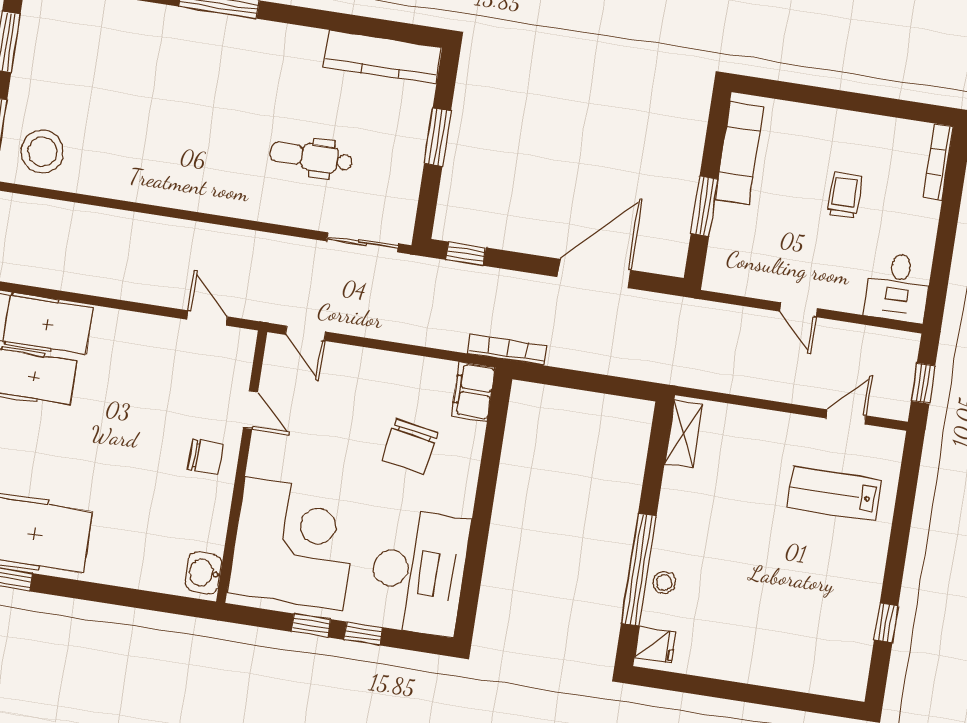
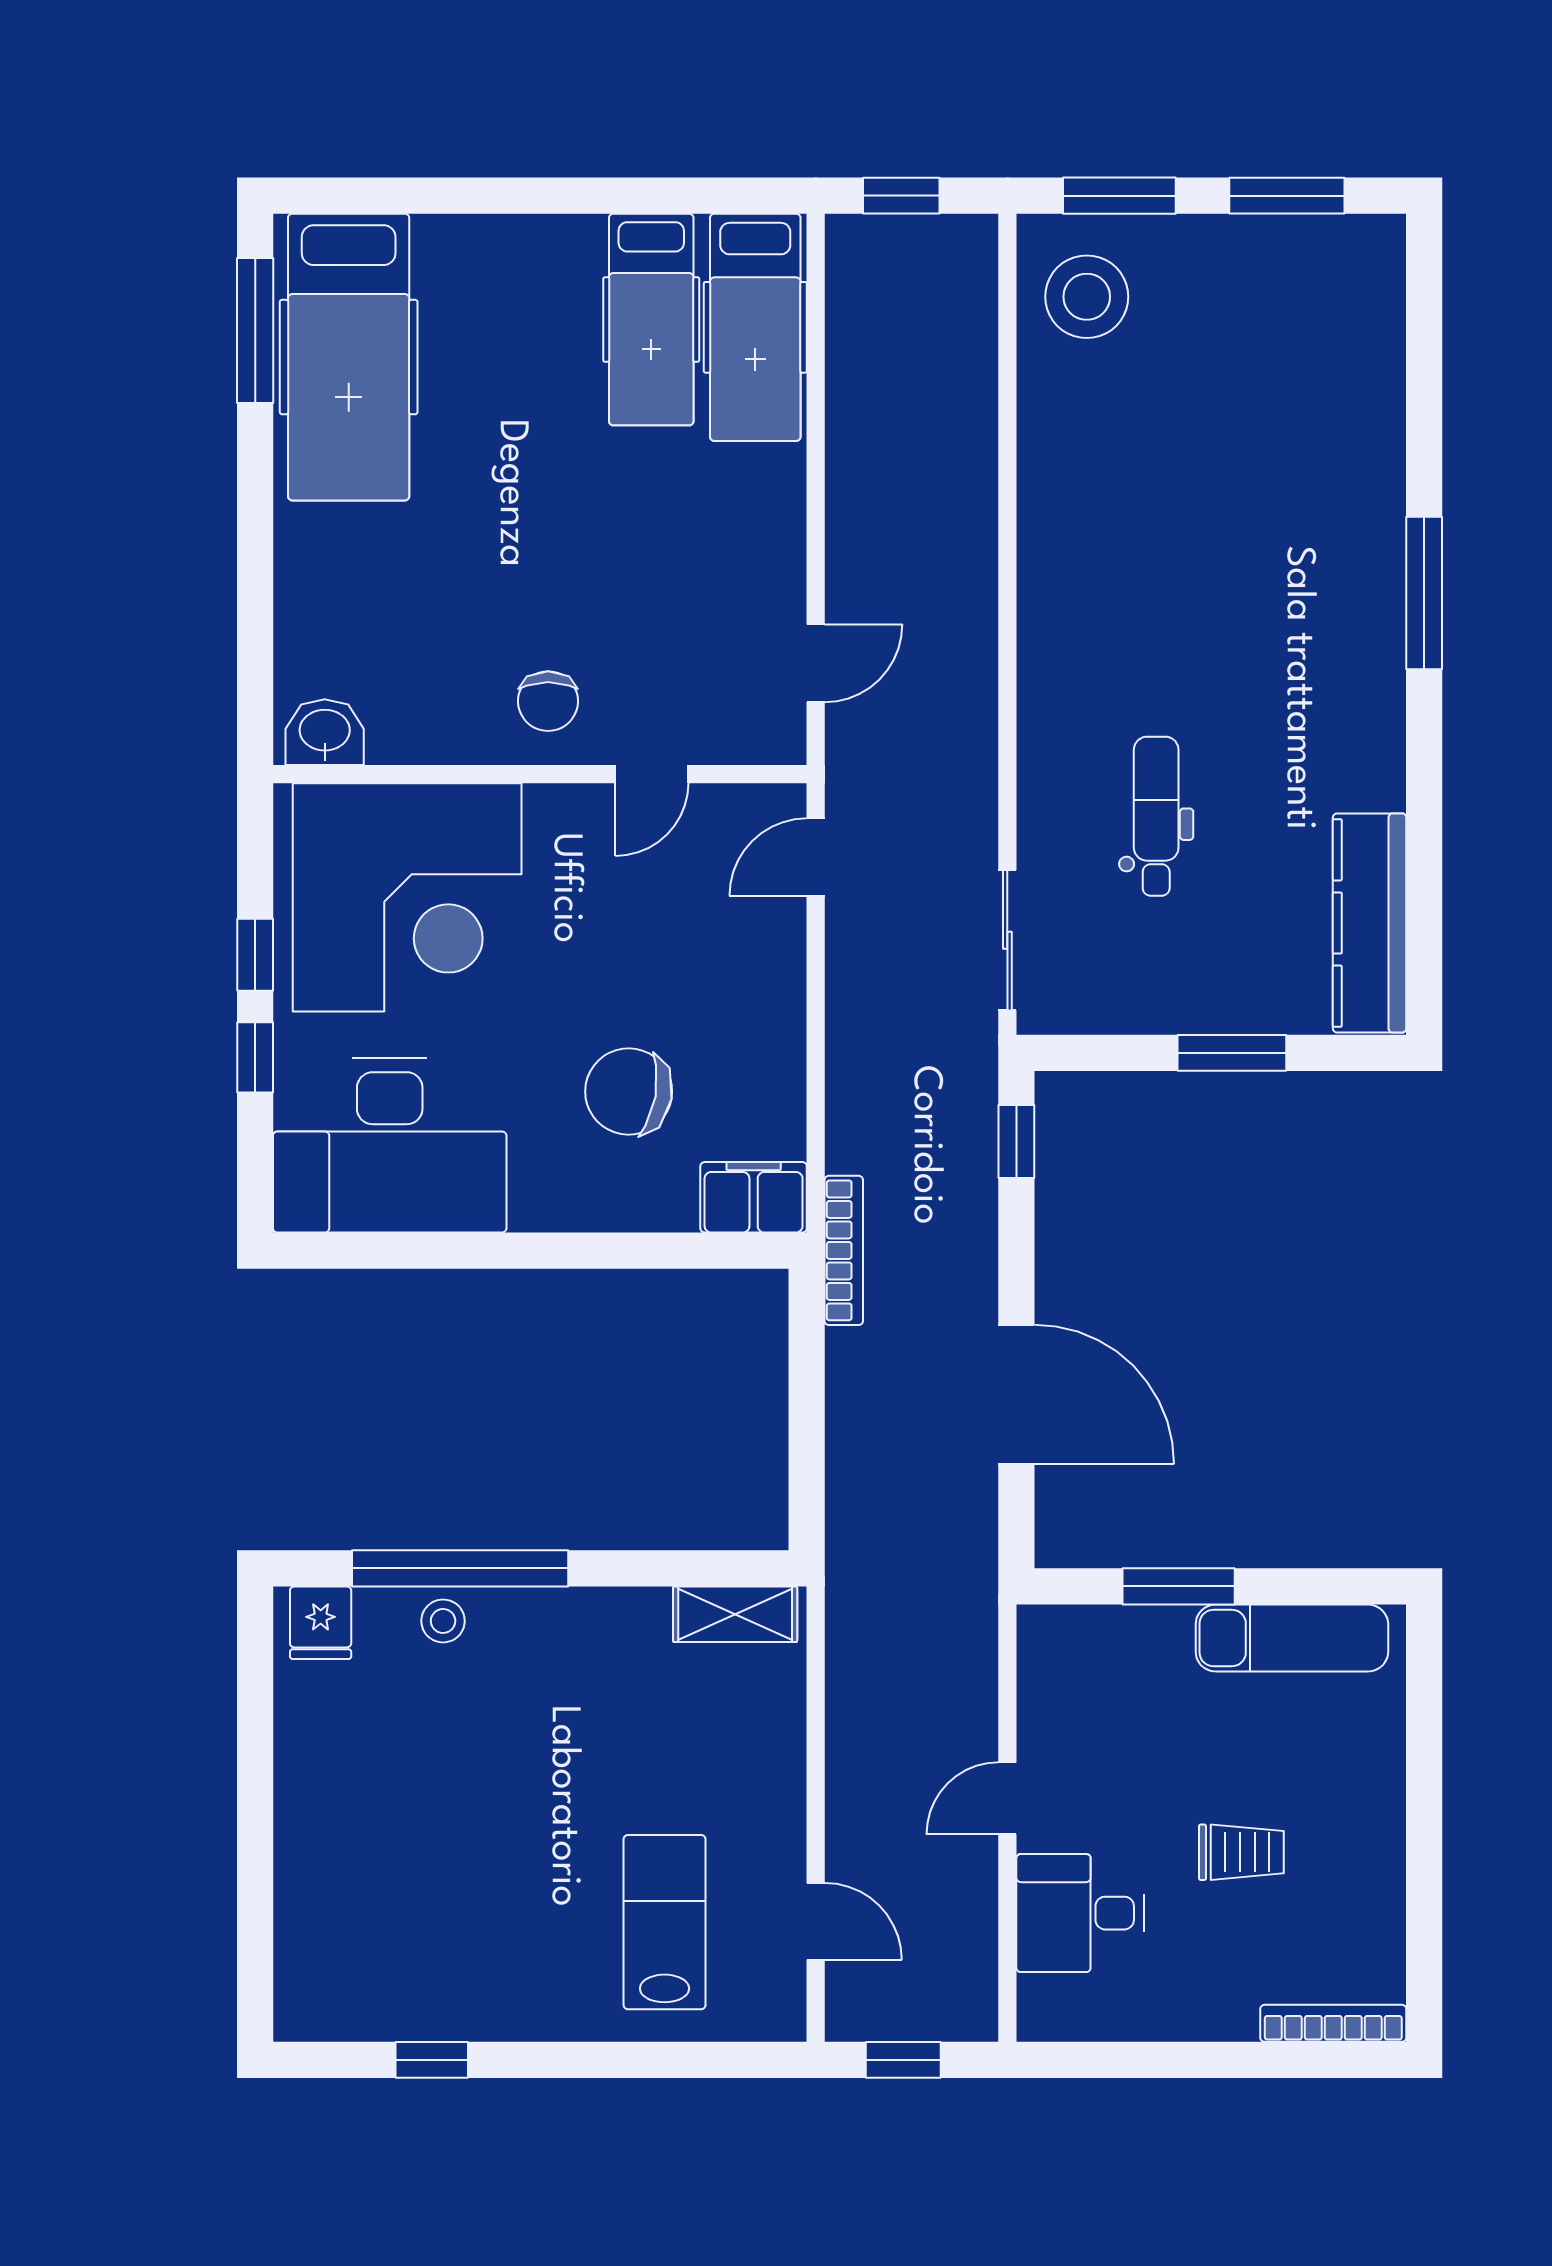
desk: (898, 287) -> (1080, 1913), moved

